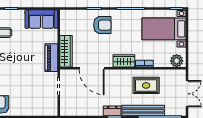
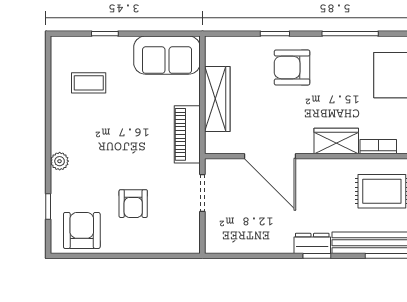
armchair: (102, 25) -> (292, 67), turned 180
wardrobe: (66, 51) -> (217, 99), moved
armchair: (25, 91) -> (133, 204), added

